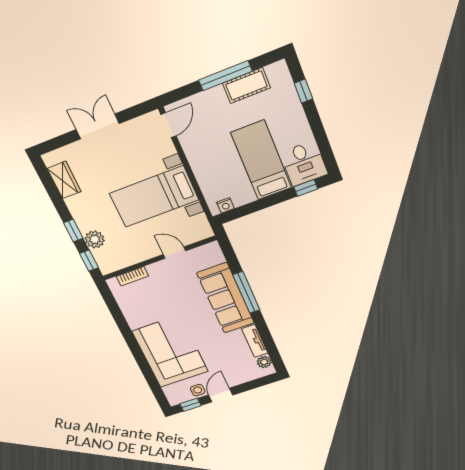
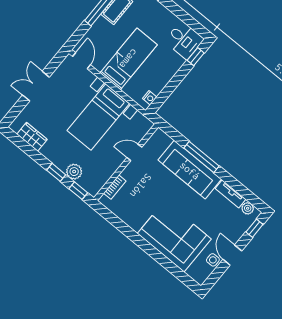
bed: (261, 160) -> (129, 59), moved, turned 90
window: (191, 405) -> (254, 228), moved

